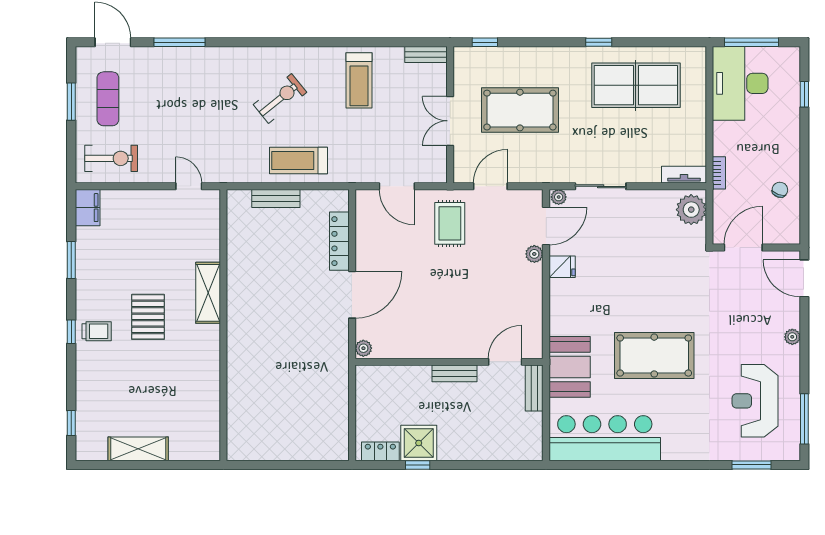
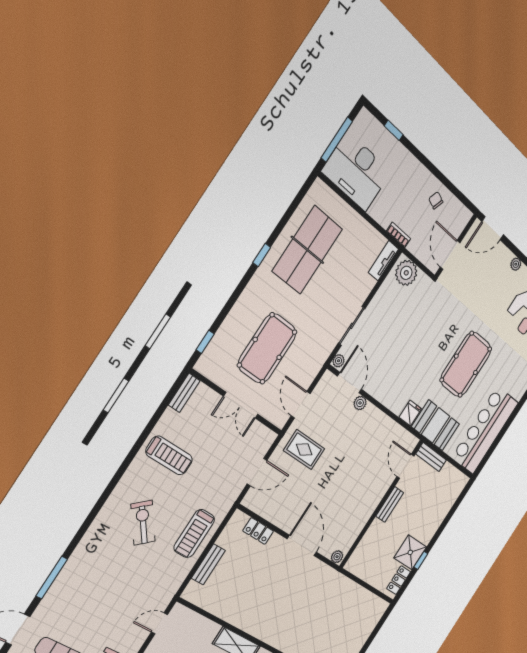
locker: (339, 241) -> (258, 531), width x0.66
fridge: (562, 267) -> (410, 413), moved

